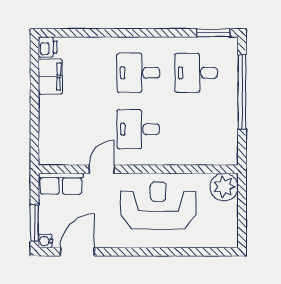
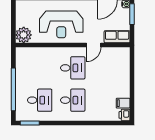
filing cabinet: (50, 76) -> (123, 103), width x0.50

